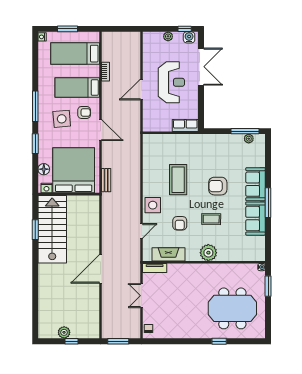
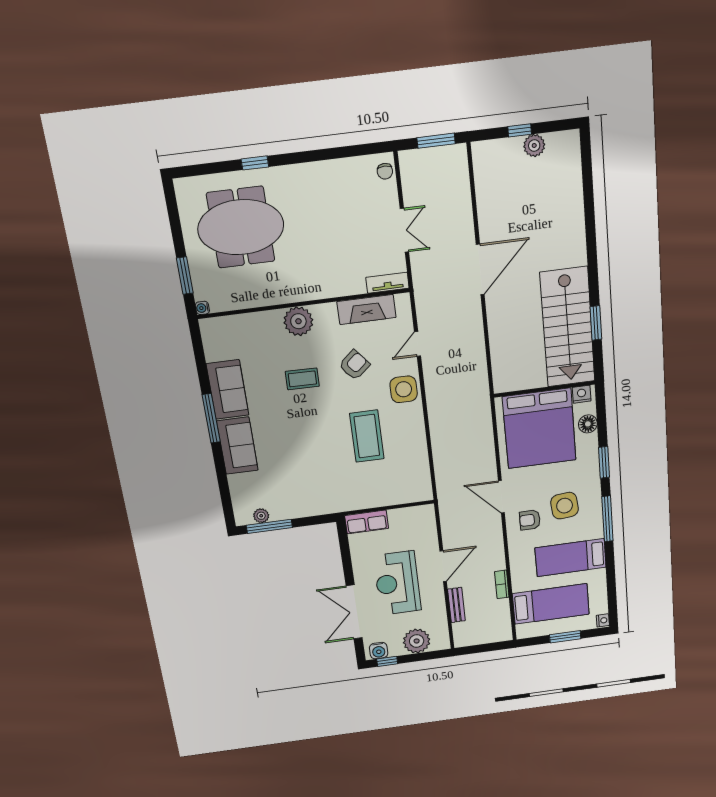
plant: (168, 36) -> (417, 641), width x1.87, depth x1.87
bed: (77, 88) -> (571, 558), moved, turned 180
bench: (106, 180) -> (456, 605), moved
armchair: (218, 186) -> (300, 434), removed
armchair: (180, 223) -> (354, 365), turned 50

